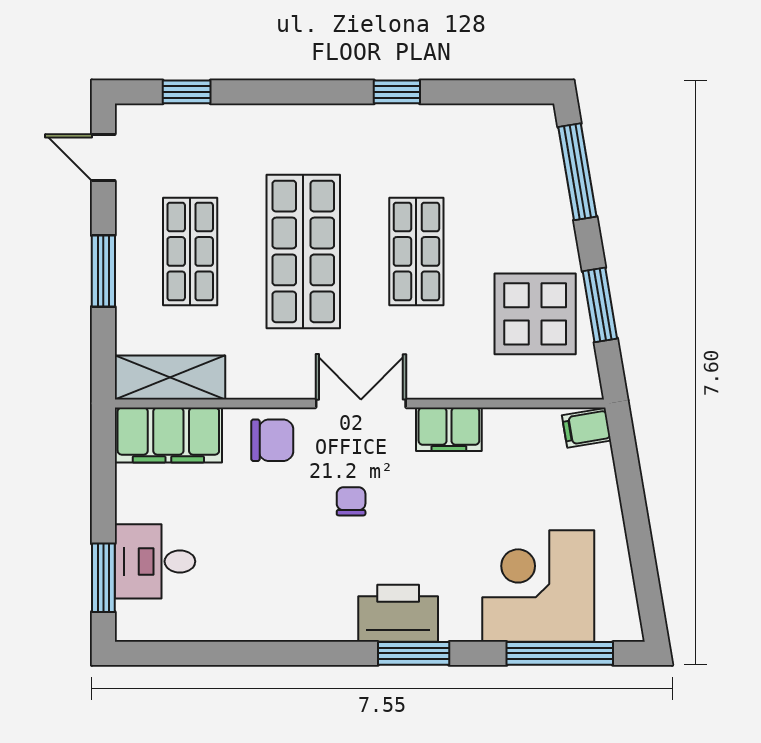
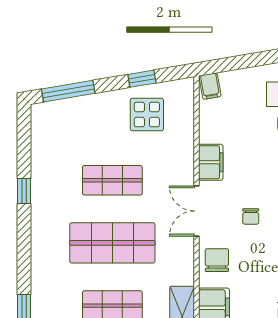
window: (600, 305) -> (142, 79), width x0.67
display table: (535, 314) -> (147, 115), width x0.73, depth x0.73
chair: (351, 501) -> (251, 216), turned -90

